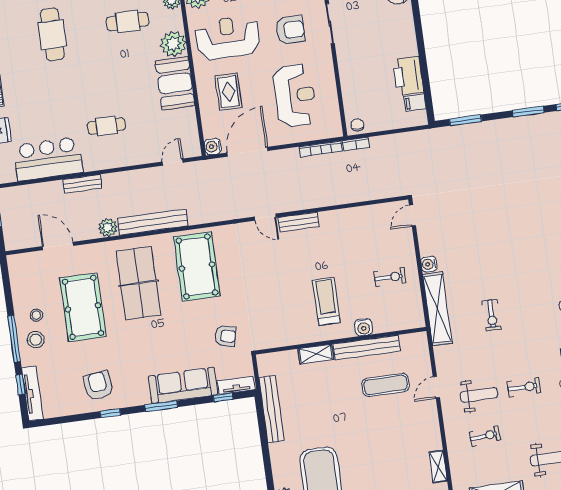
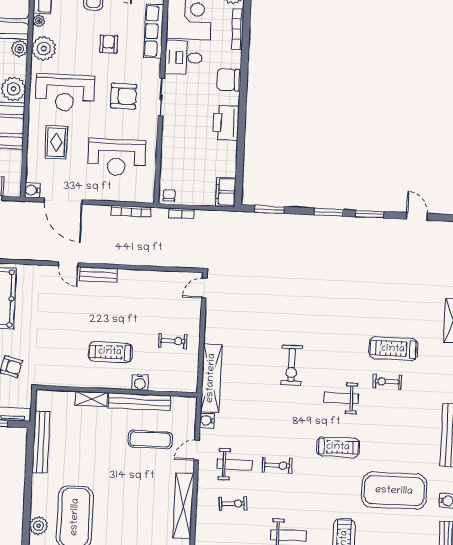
reception desk: (228, 38) -> (65, 93), turned 180
printer: (408, 76) -> (226, 123), moved
reception desk: (295, 95) -> (117, 157), turned 90
filing cabinet: (415, 103) -> (226, 192), width x2.00
bookcase: (356, 144) -> (181, 213), moved
door: (247, 152) -> (63, 201), swing flipped
water cooler: (429, 264) -> (207, 420), moved
treadmill: (326, 301) -> (110, 352), turned -90
exercise bike: (492, 315) -> (292, 365), moved, width x1.38, depth x1.39
shelving: (438, 466) -> (183, 506), width x2.20, depth x1.33

